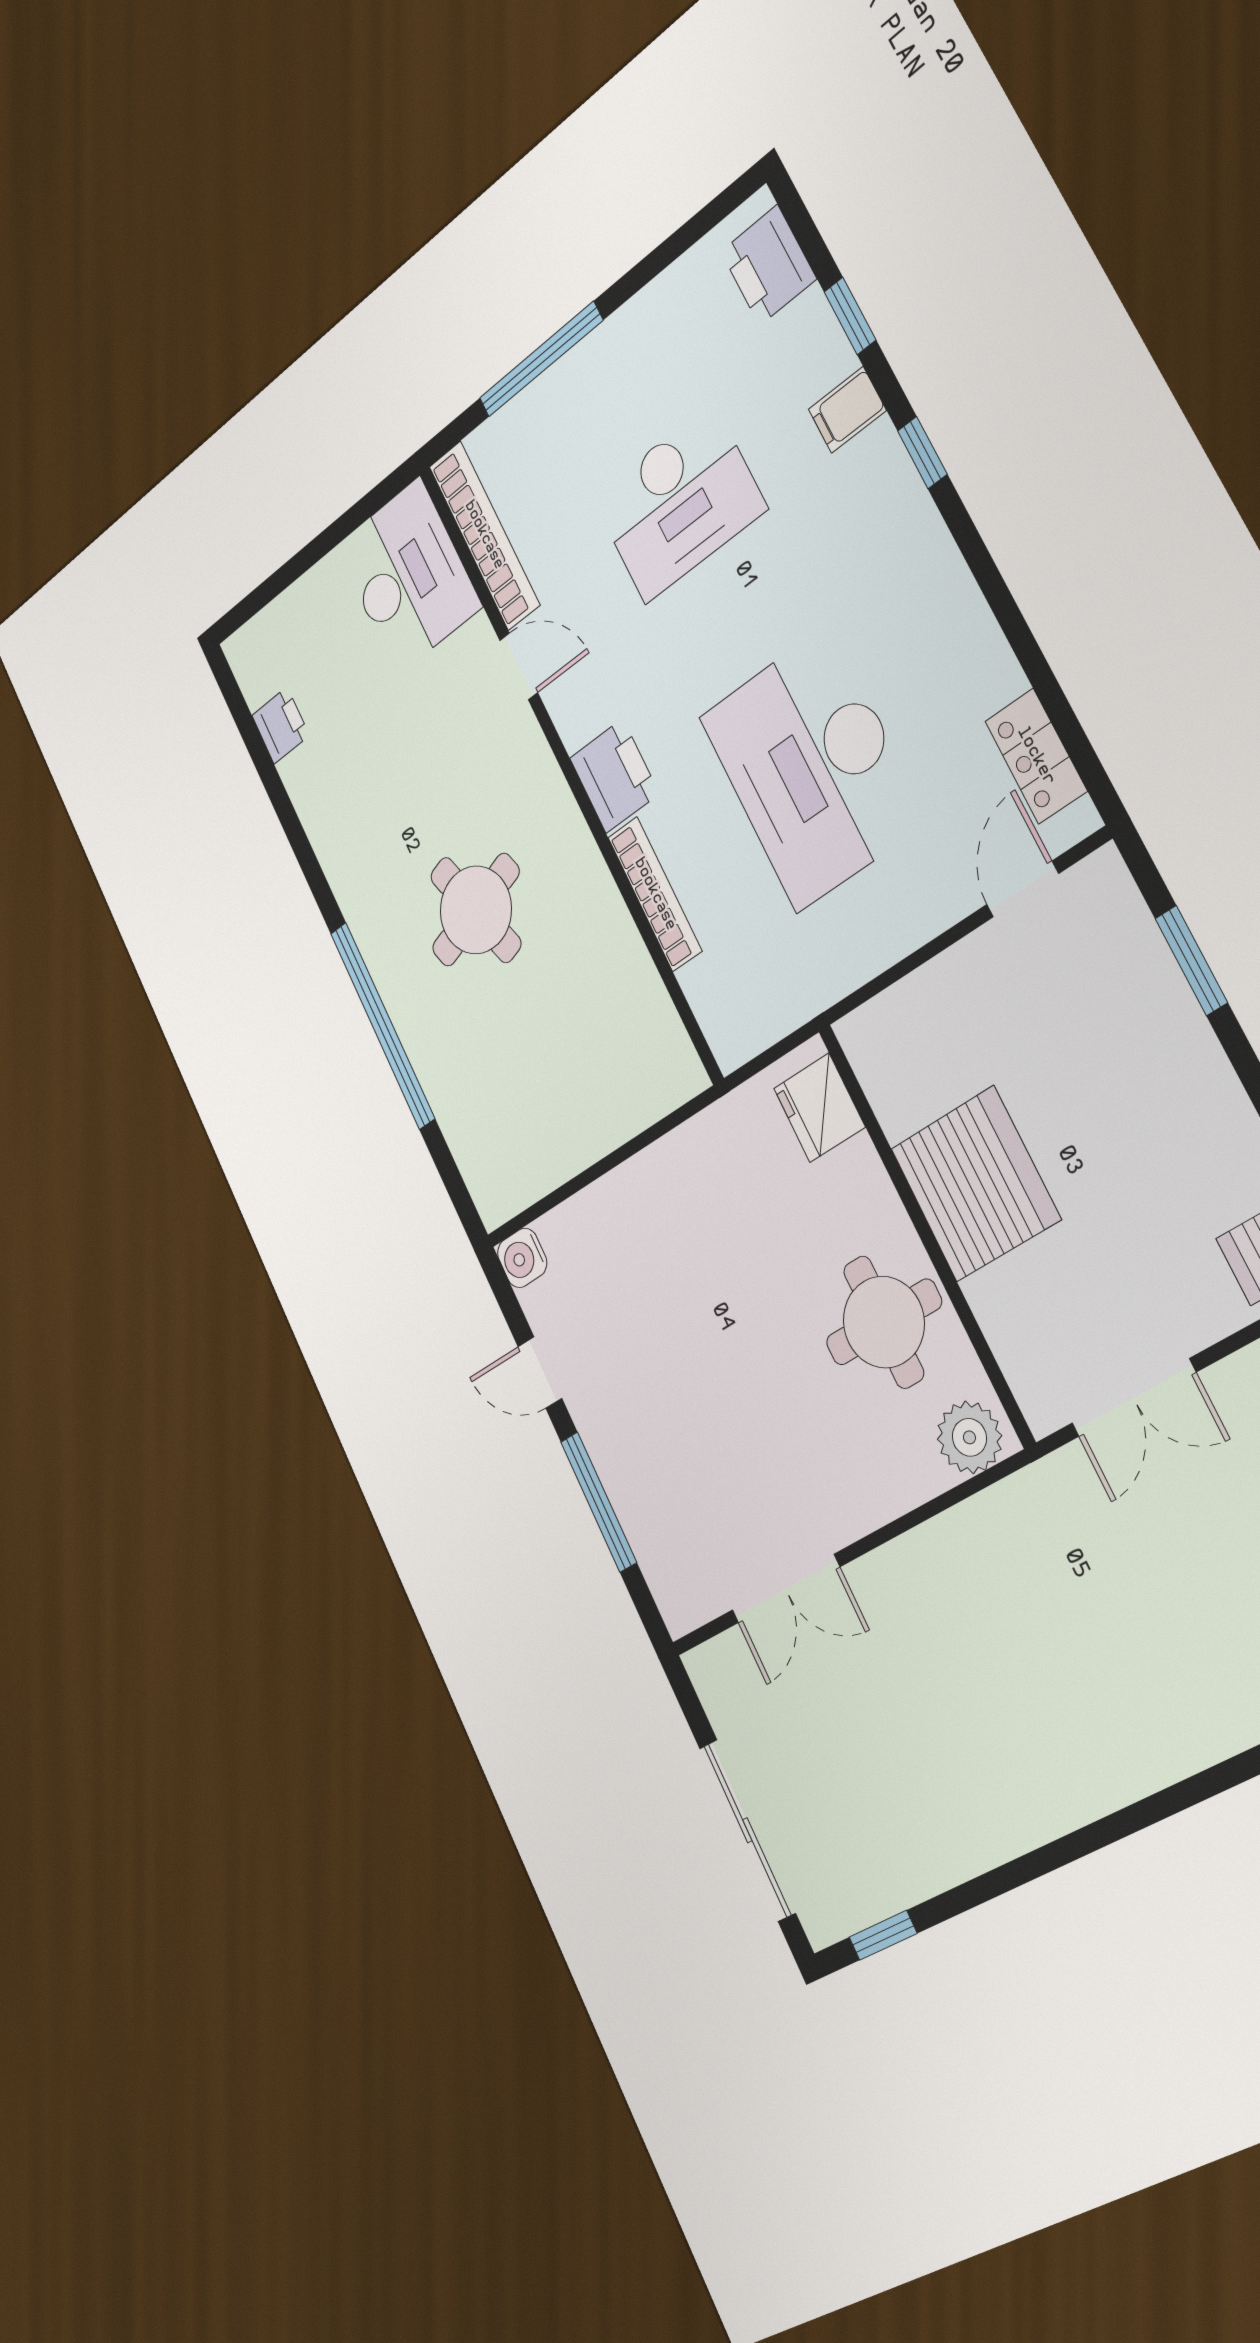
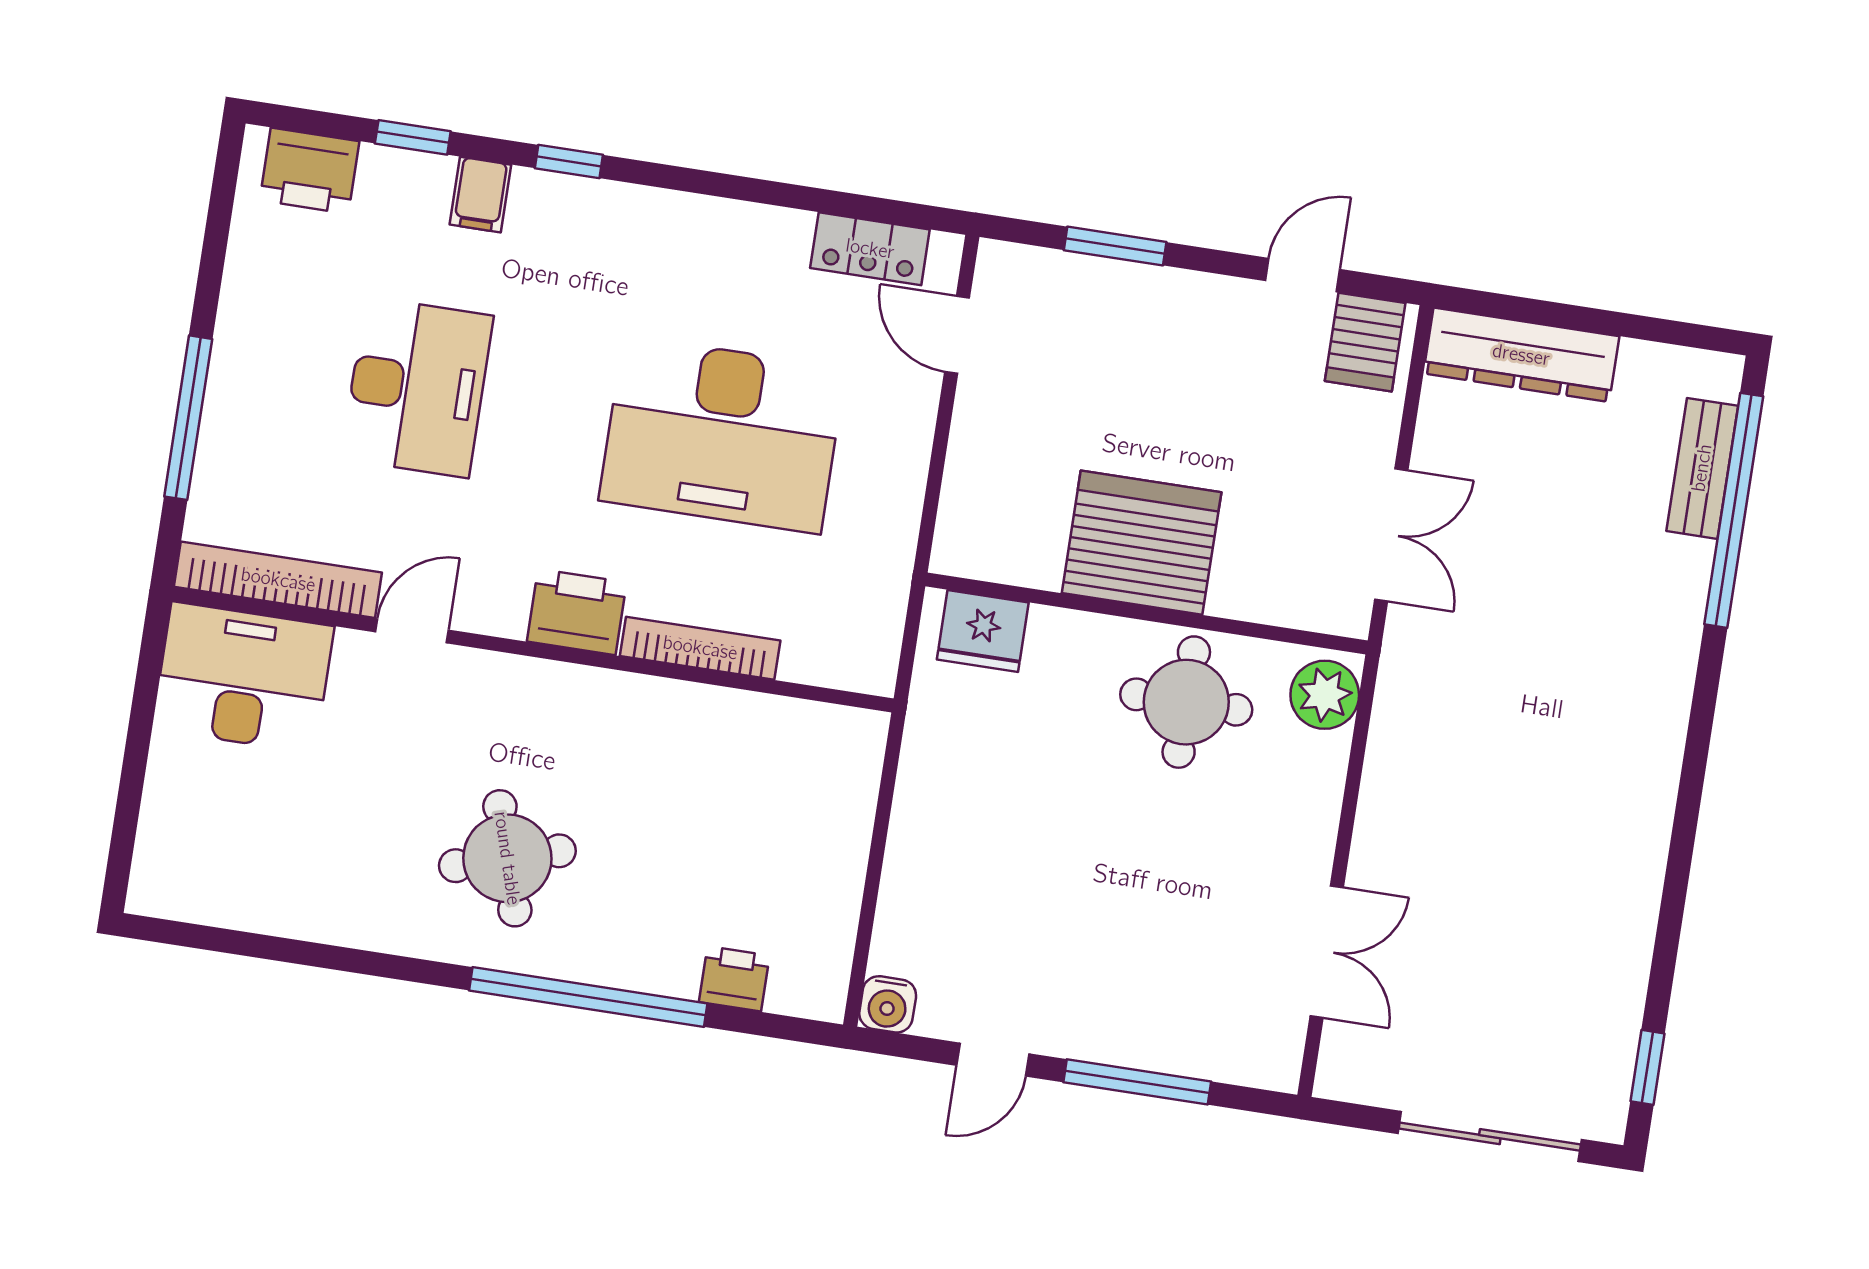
printer: (281, 725) -> (734, 979), moved
round table: (476, 910) -> (507, 858), moved

